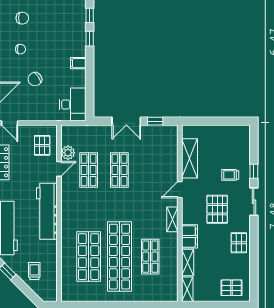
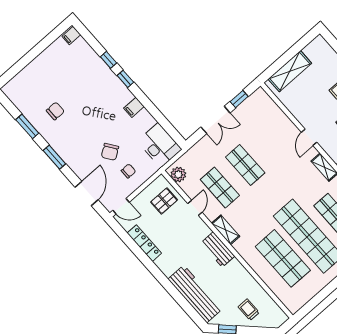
chair: (20, 49) -> (128, 171), moved
pallet: (42, 145) -> (164, 201), turned 90
plant: (68, 153) -> (178, 174), moved
shelving: (190, 158) -> (290, 71), moved, turned 90
shelving: (67, 202) -> (226, 230), added
workbench: (47, 211) -> (218, 250), width x0.53, depth x0.76

